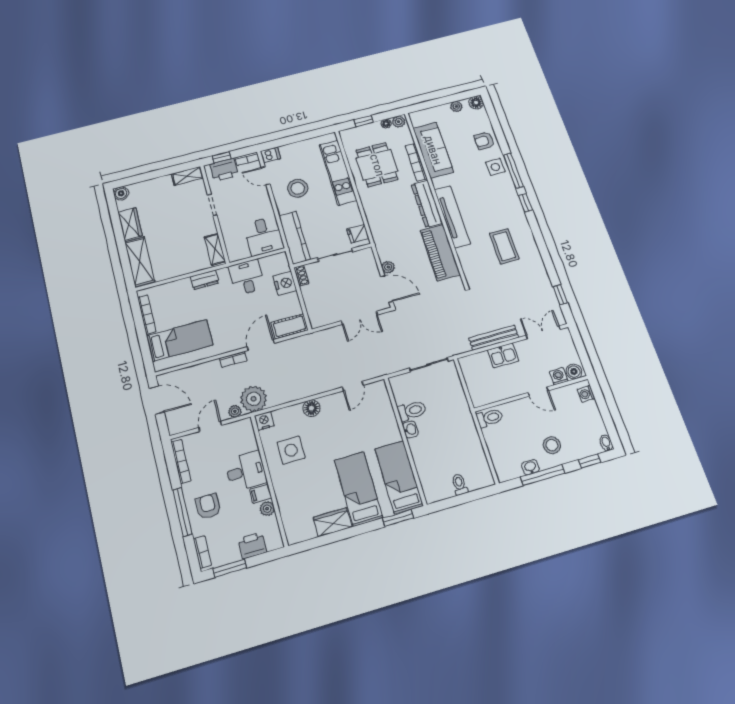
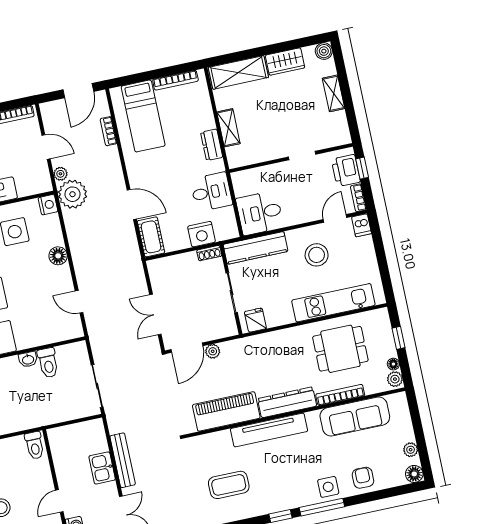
shelving: (187, 176) -> (334, 93), moved
shelving: (215, 249) -> (228, 128), moved, turned 90
bookcase: (233, 359) -> (108, 131), moved

